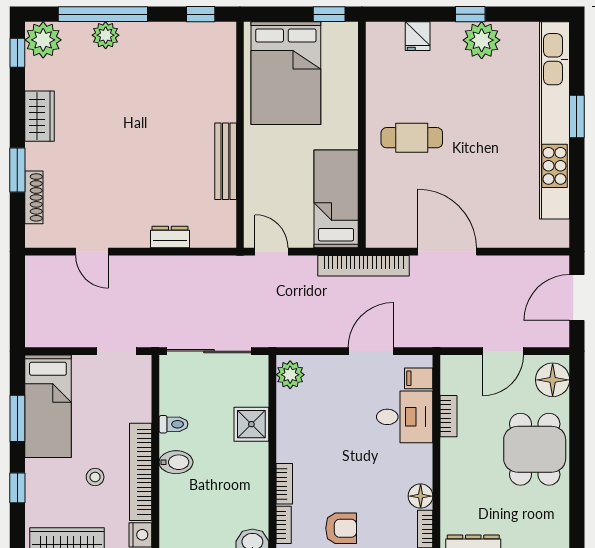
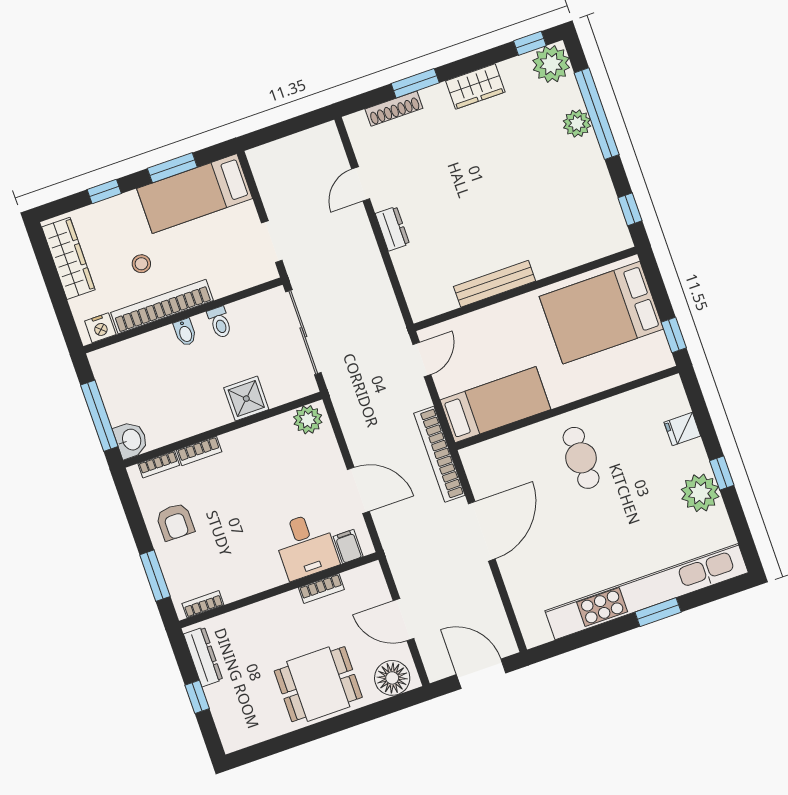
dresser: (170, 237) -> (392, 229), moved
bidet: (176, 462) -> (185, 332), width x0.72, depth x0.74
floor lamp: (421, 496) -> (234, 588), removed

